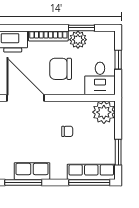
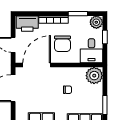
plant: (78, 40) -> (96, 22), moved
chair: (61, 69) -> (62, 44), turned -90
door: (25, 98) -> (37, 65), hinge flipped

